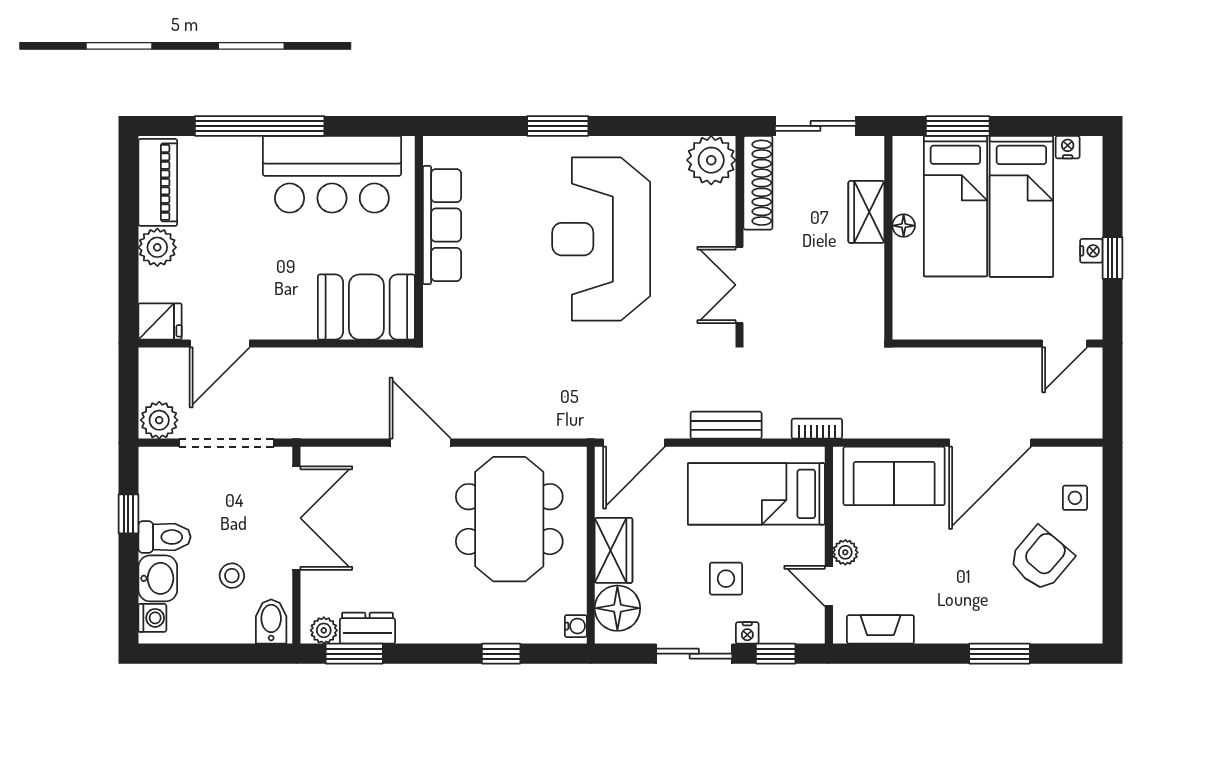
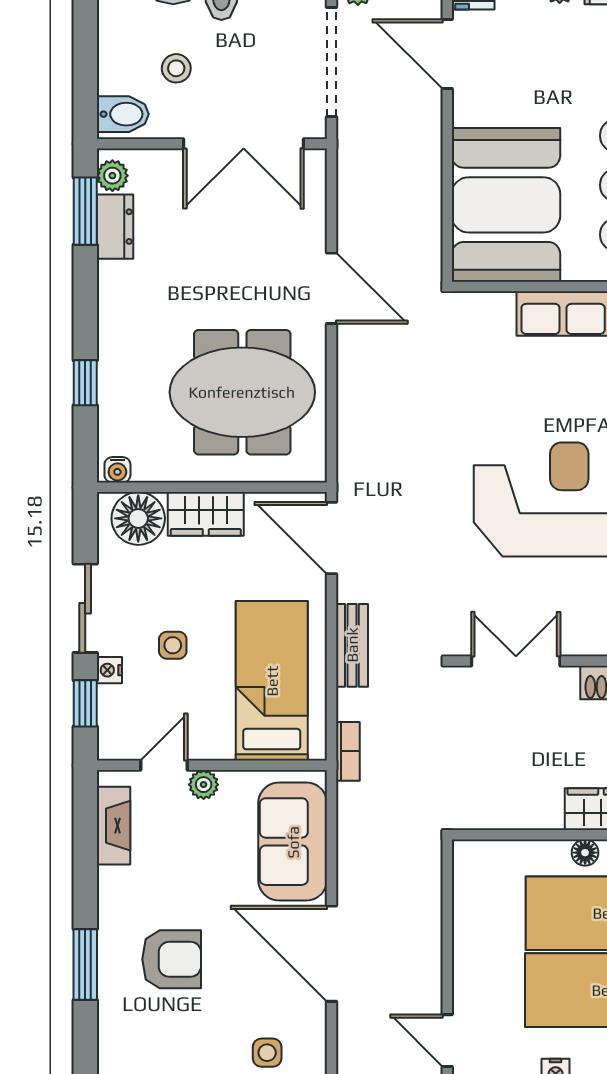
booth: (366, 307) -> (506, 205), width x1.36, depth x1.42
door: (420, 443) -> (331, 288), hinge flipped
armchair: (1041, 559) -> (172, 959), moved, turned -40
side table: (726, 579) -> (173, 645), width x0.73, depth x0.73

